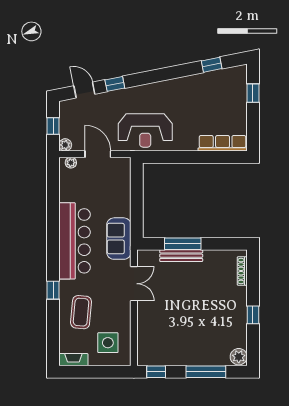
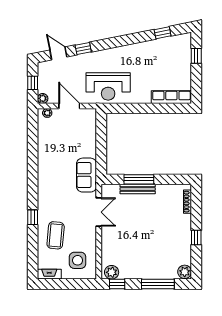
bar counter: (75, 241) -> (50, 177), removed
plant: (149, 357) -> (112, 272), added

